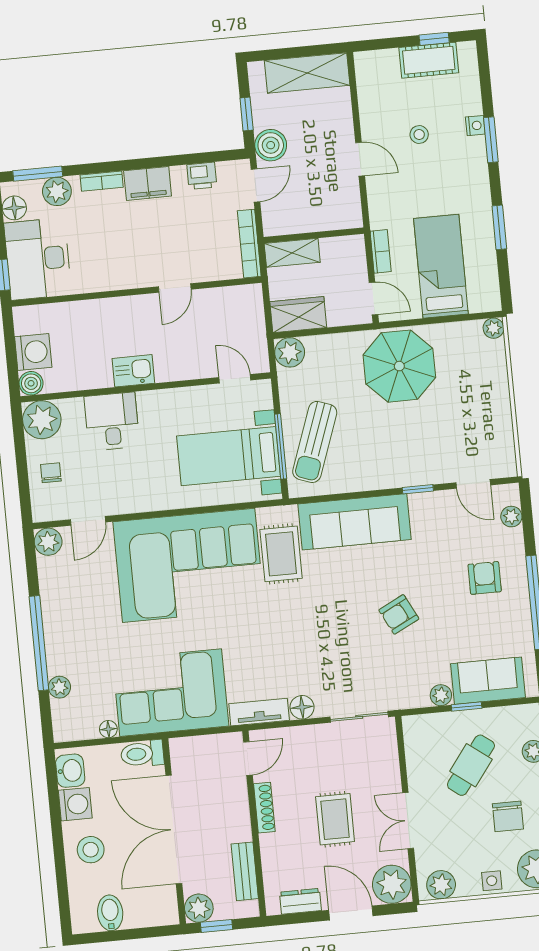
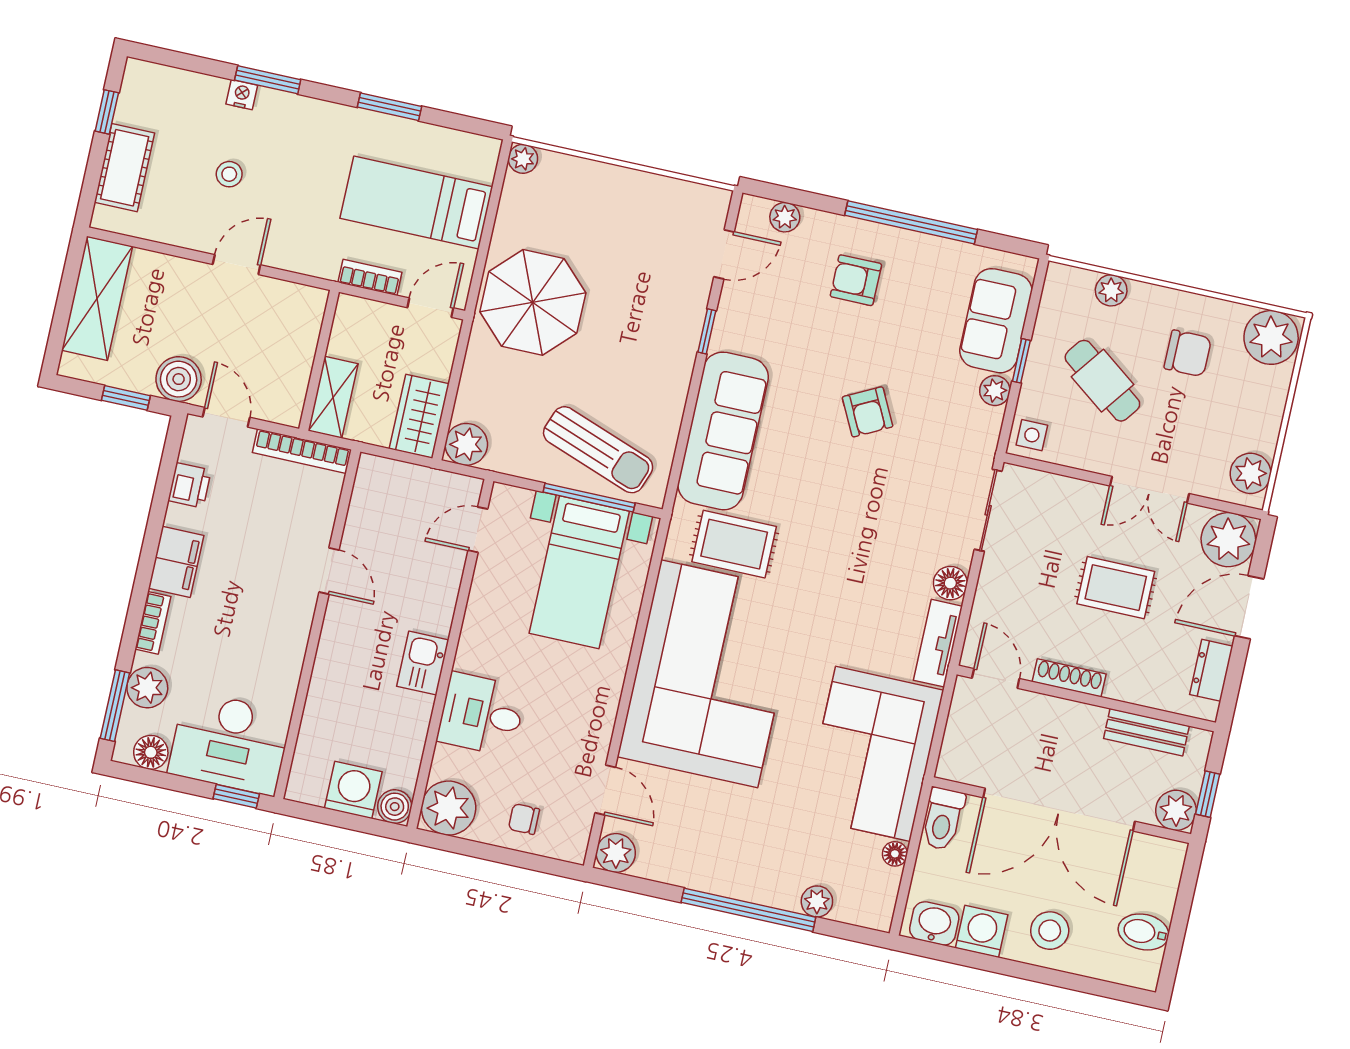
cot: (429, 60) -> (125, 168), moved
side table: (492, 881) -> (1032, 435), moved

